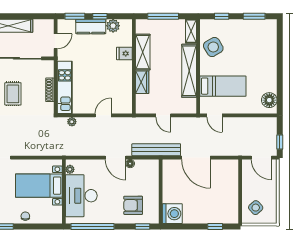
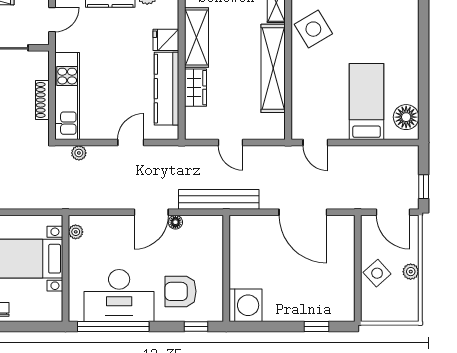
kitchen counter: (125, 83) -> (167, 89), added
bed: (223, 86) -> (367, 102), moved, turned -90
door: (115, 158) -> (151, 212), hinge flipped
door: (196, 158) -> (303, 212), moved
plant: (272, 193) -> (411, 272), added
desk: (81, 196) -> (119, 296), moved, turned -90
side table: (256, 208) -> (377, 273), moved

